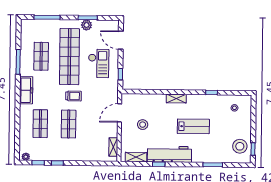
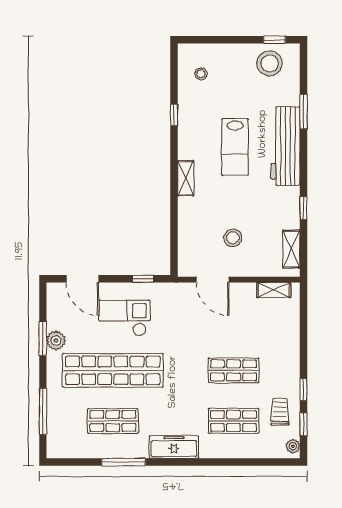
door: (121, 40) -> (82, 279), hinge flipped
trolley: (74, 96) -> (280, 412), moved
lab bench: (193, 126) -> (235, 147), turned 180
workbench: (169, 154) -> (285, 146), moved

